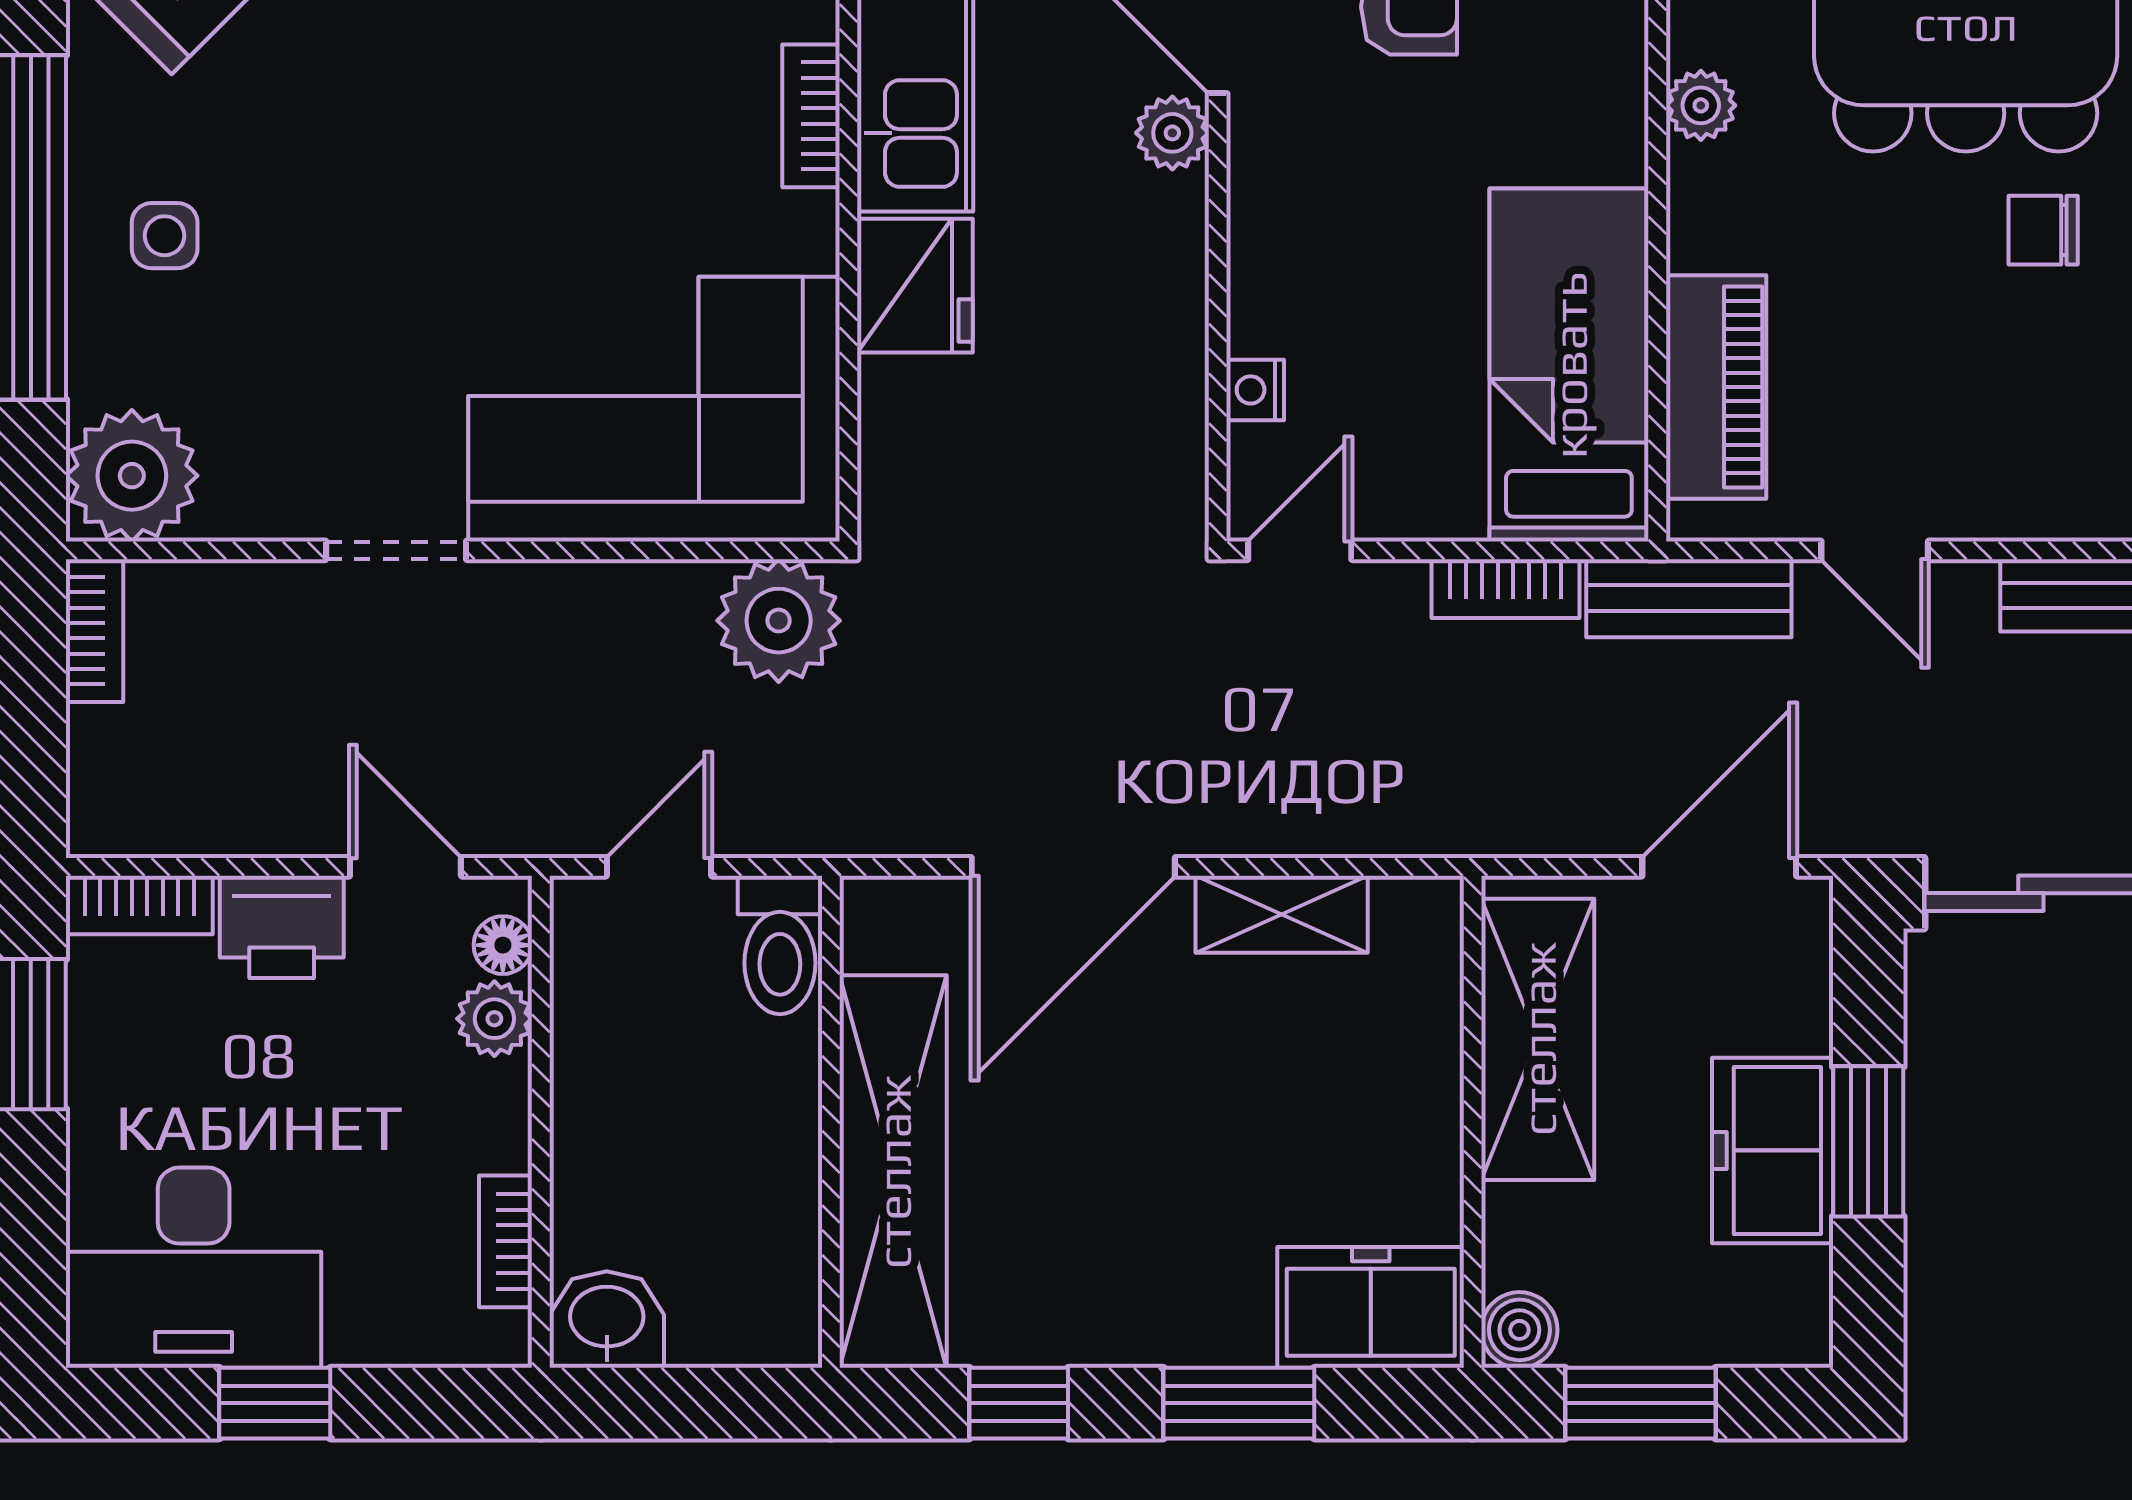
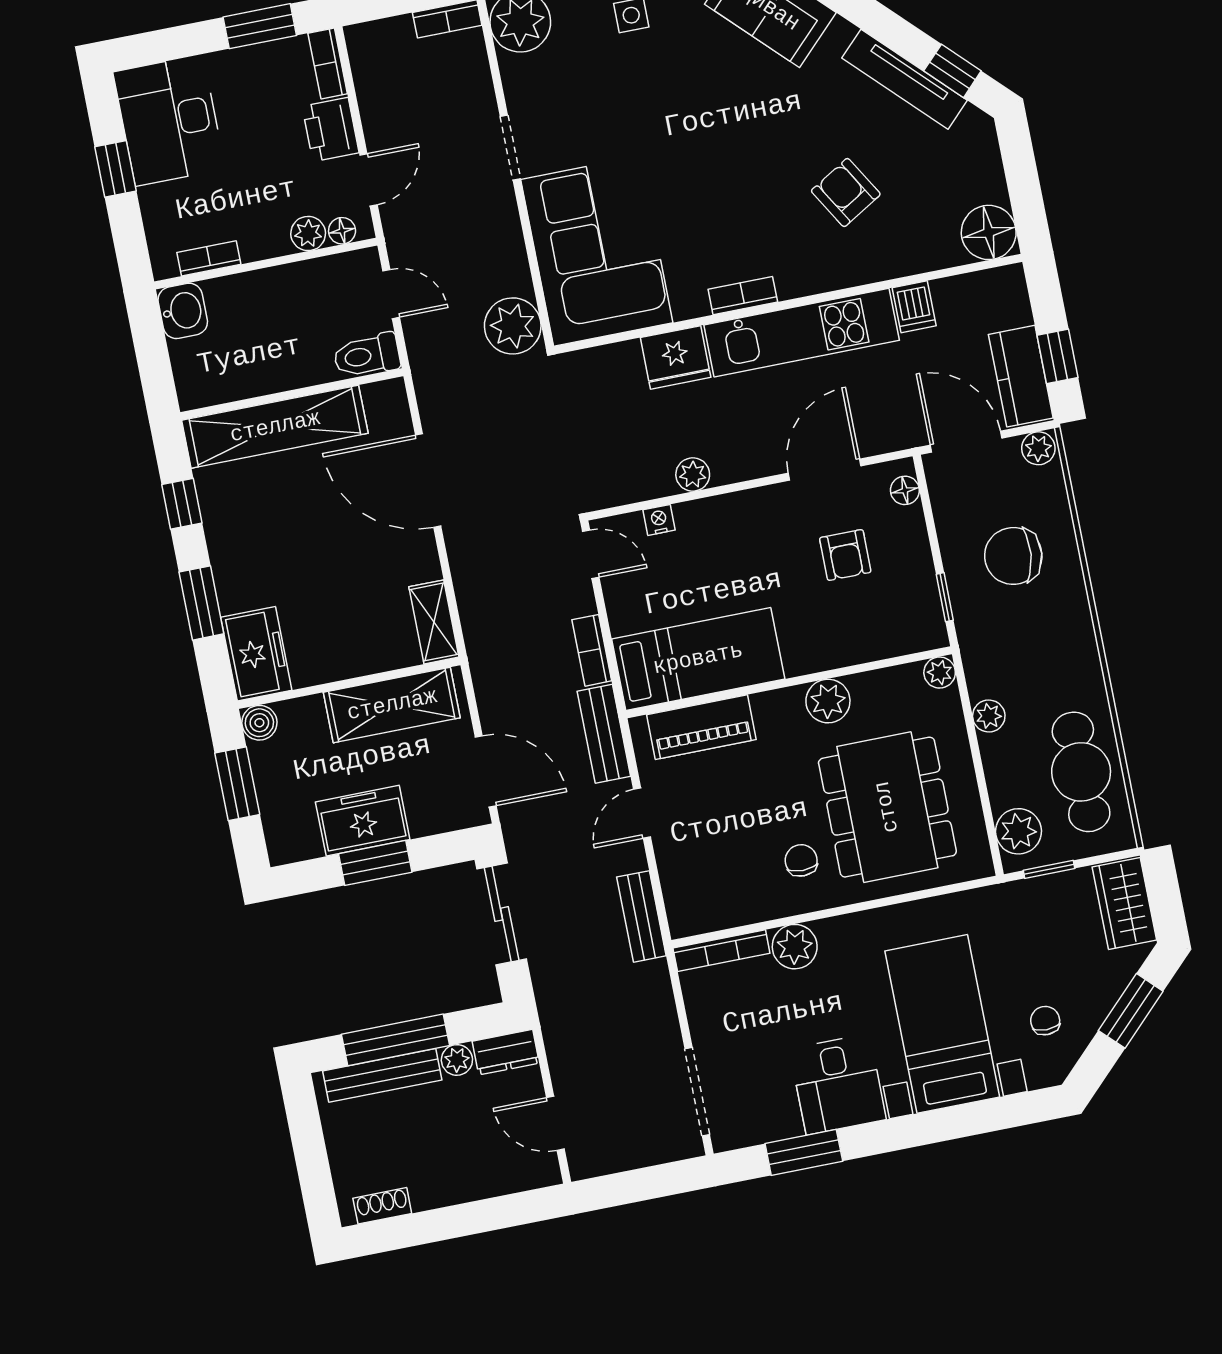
plant: (1701, 105) -> (828, 701), width x1.38, depth x1.38
plant: (1172, 133) -> (693, 475), moved
shelving: (1282, 914) -> (434, 622), moved

